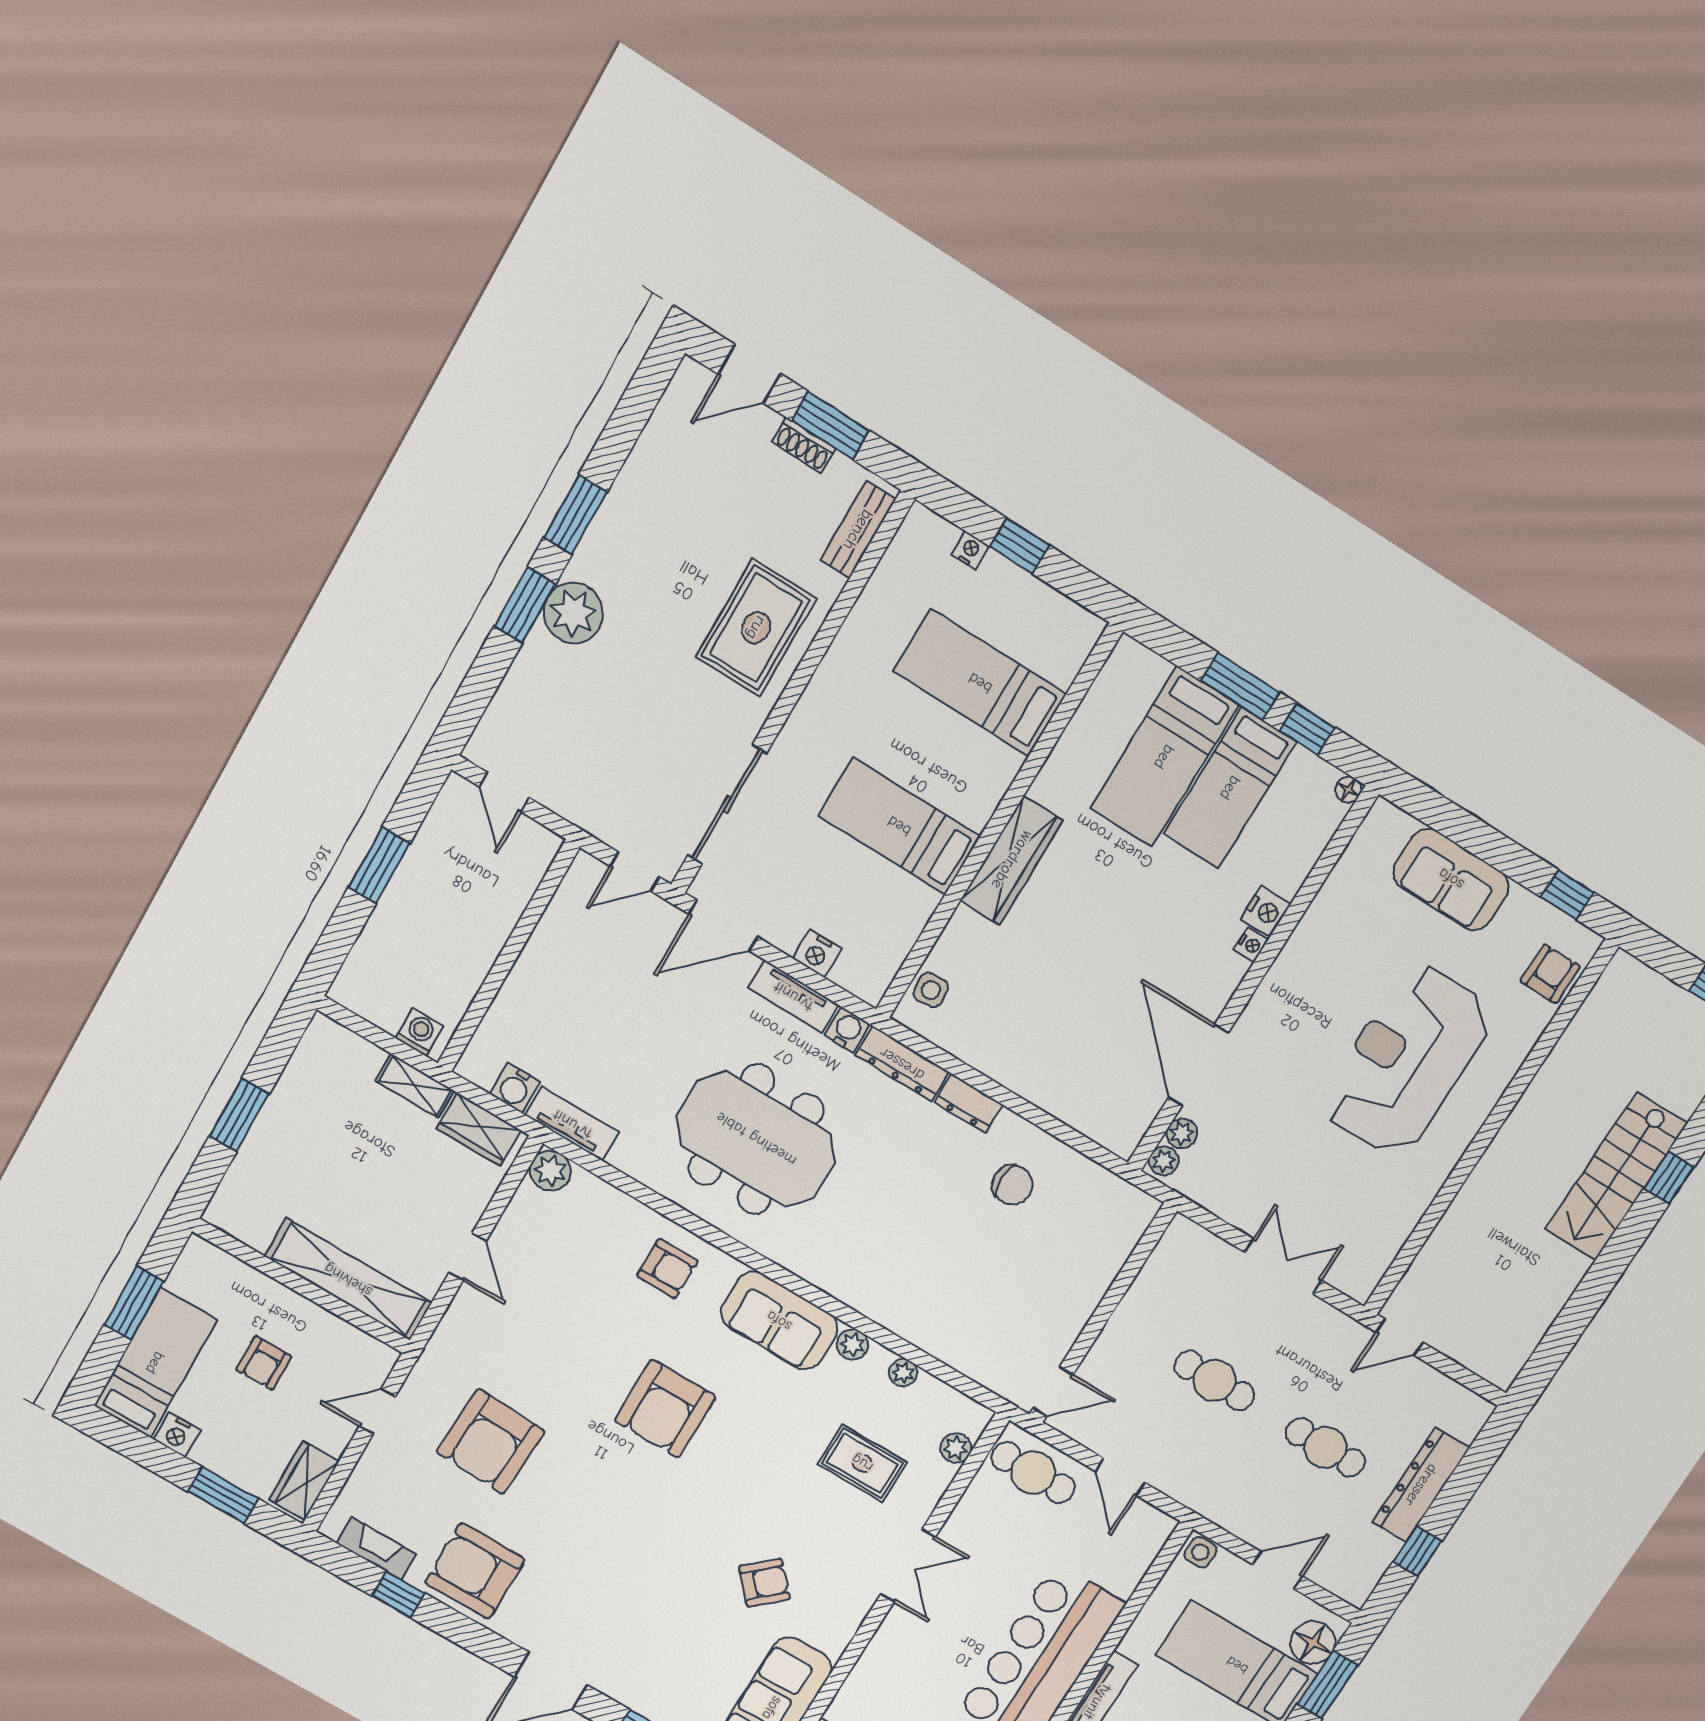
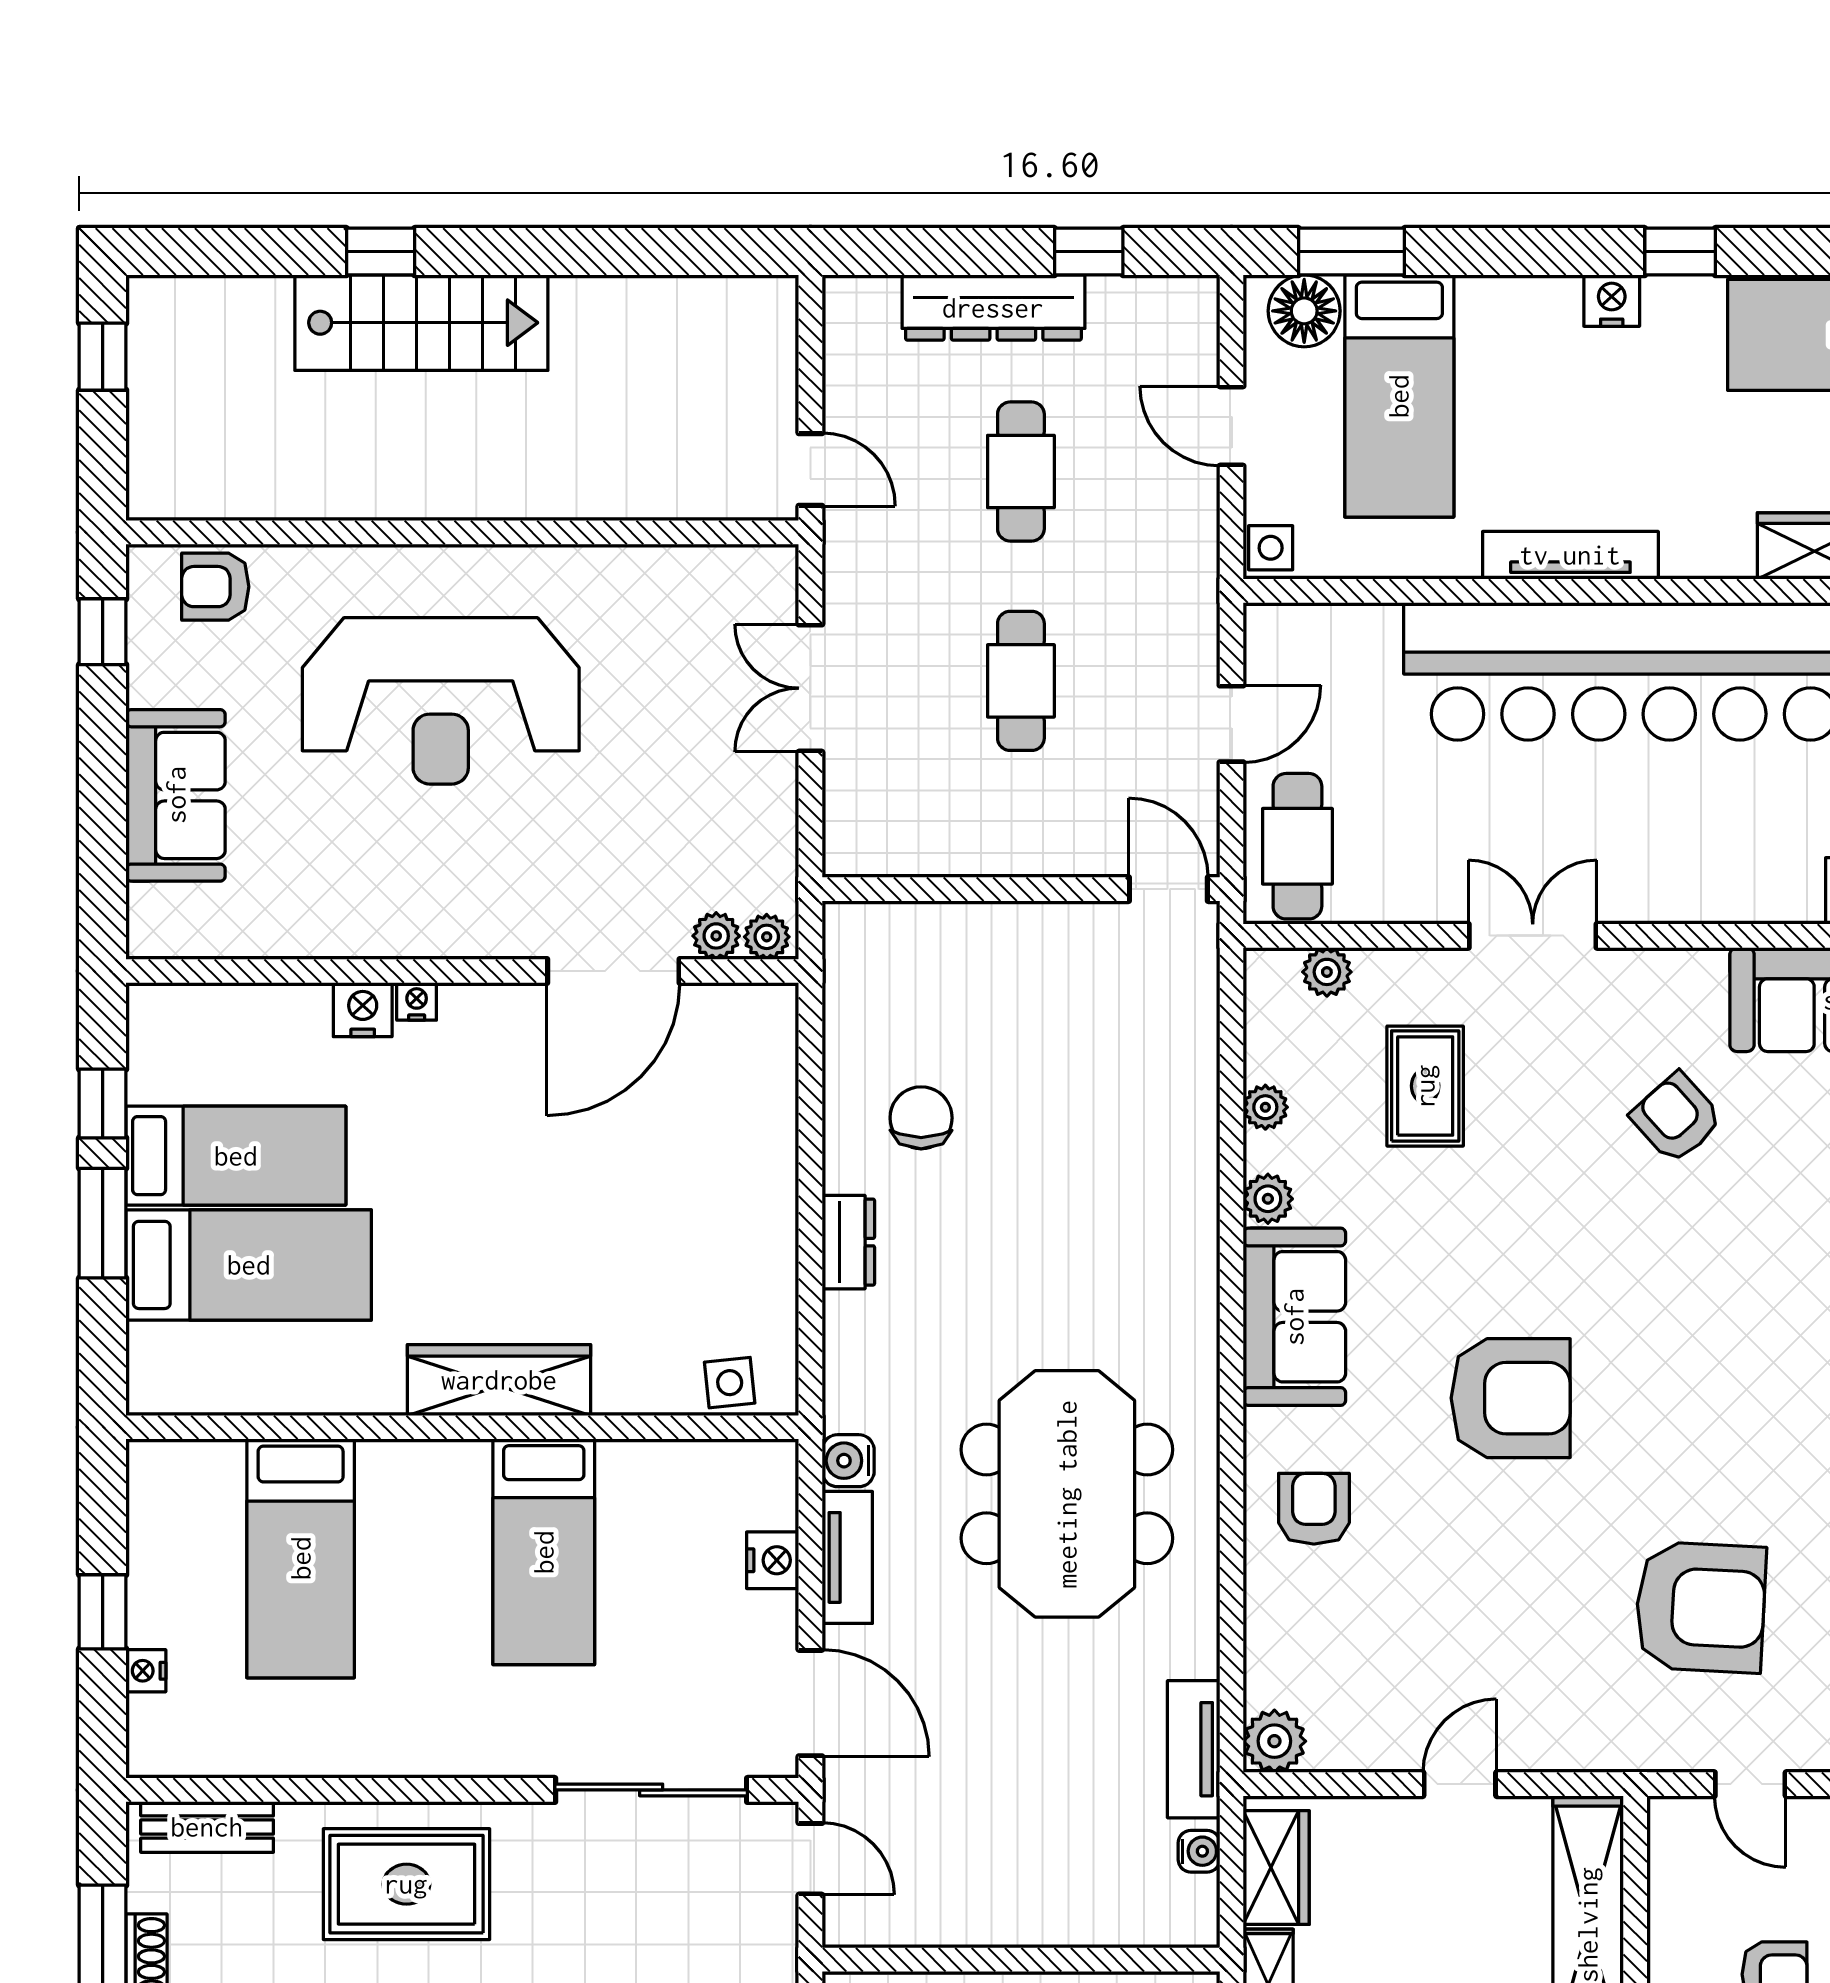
floor lamp: (1348, 790) -> (145, 1002), removed
dresser: (902, 1064) -> (849, 1362), removed
water cooler: (515, 1088) -> (1199, 1851), width x0.72, depth x0.72

